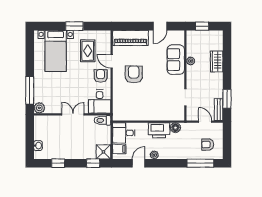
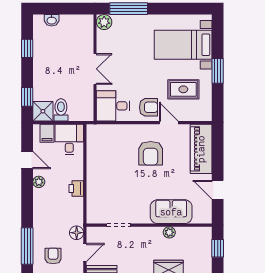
door: (112, 61) -> (169, 123), hinge flipped
armchair: (134, 74) -> (151, 153), turned 90
toilet: (103, 120) -> (61, 110), moved
floor lamp: (175, 128) -> (77, 233), moved
printer: (159, 130) -> (76, 189), width x0.53, depth x0.68

